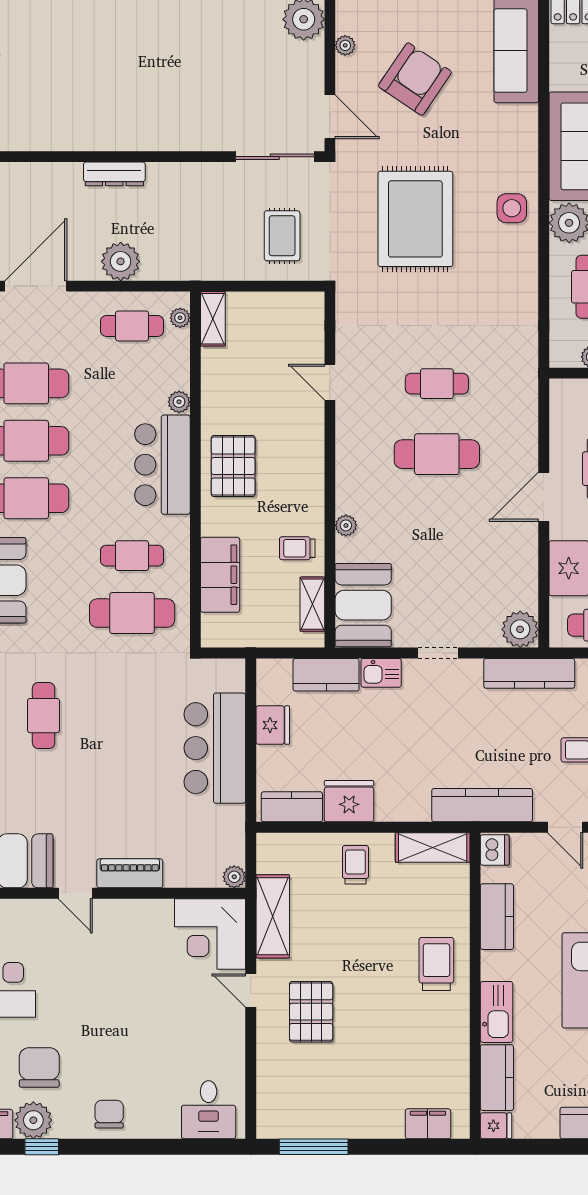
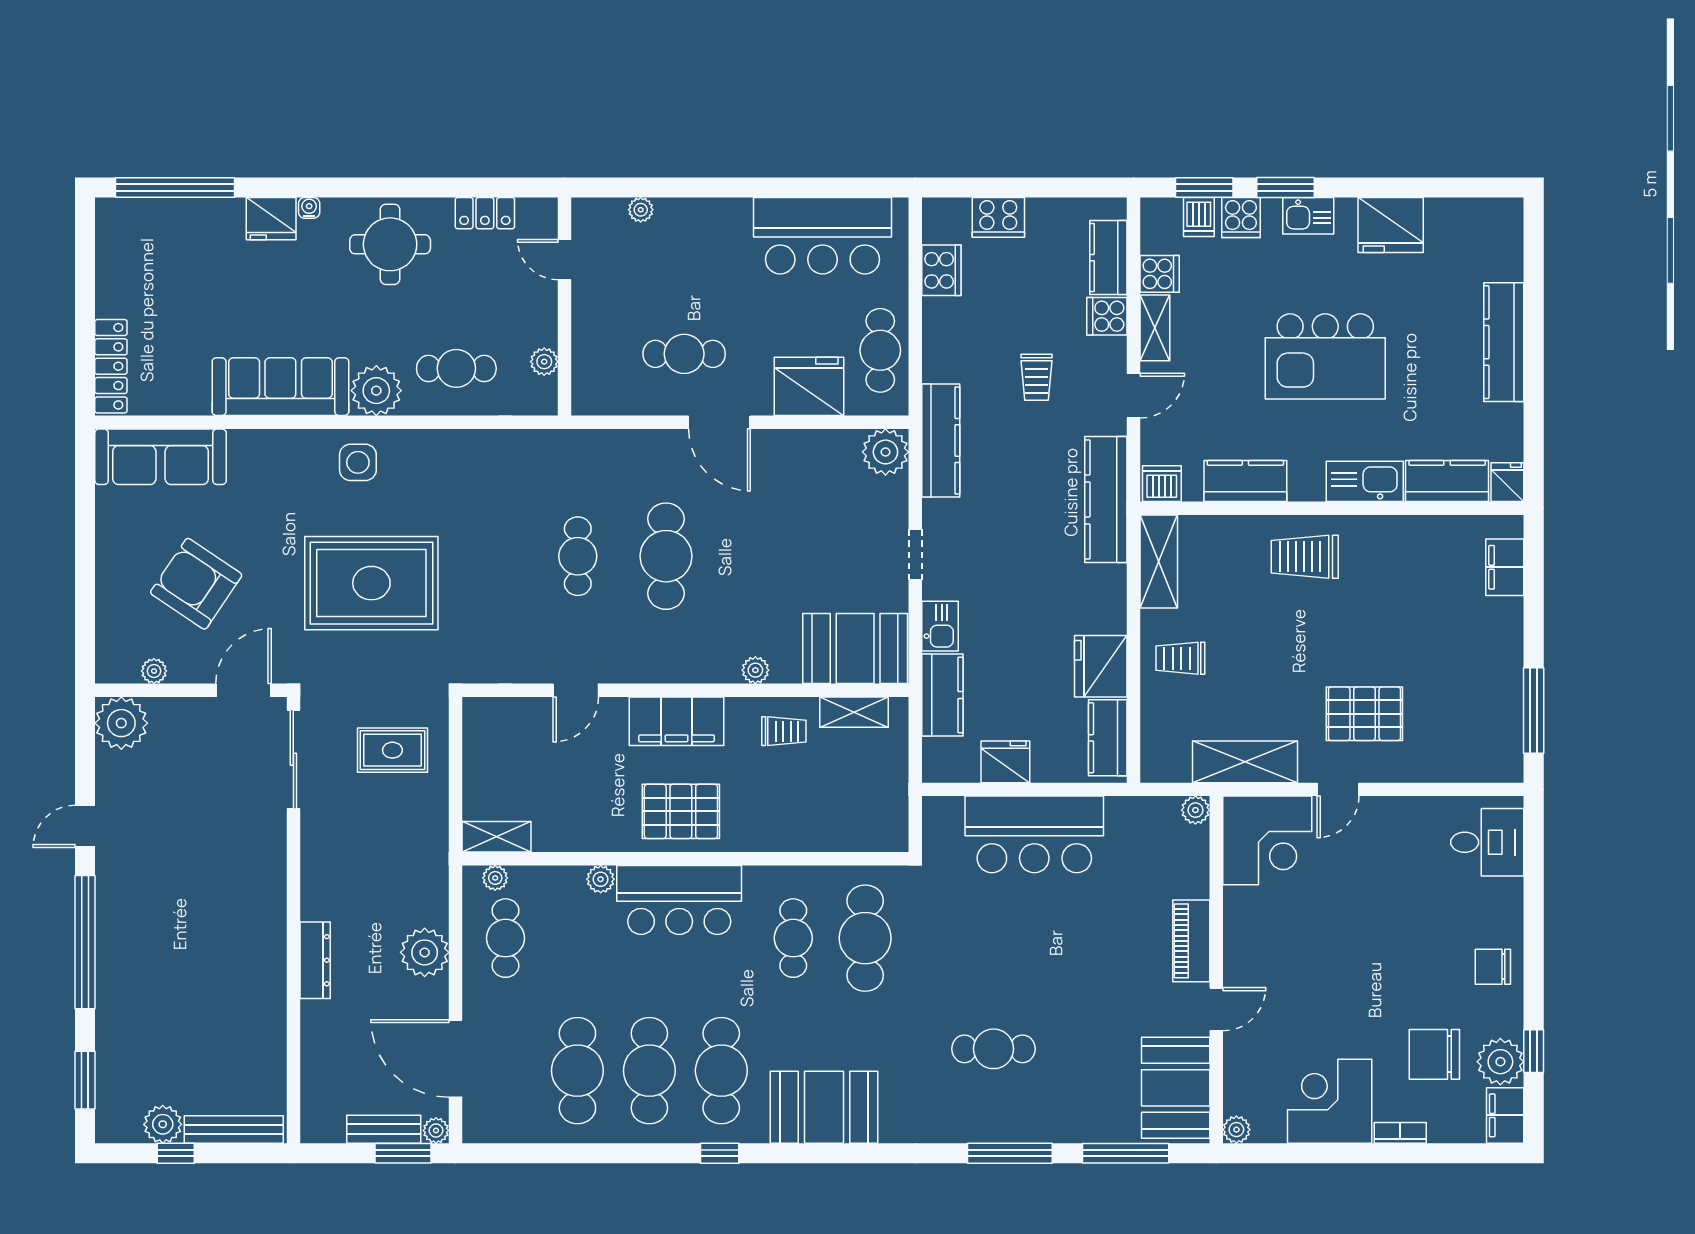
trolley: (297, 548) -> (784, 731), turned -90
filing cabinet: (220, 575) -> (677, 721), moved, turned 180

